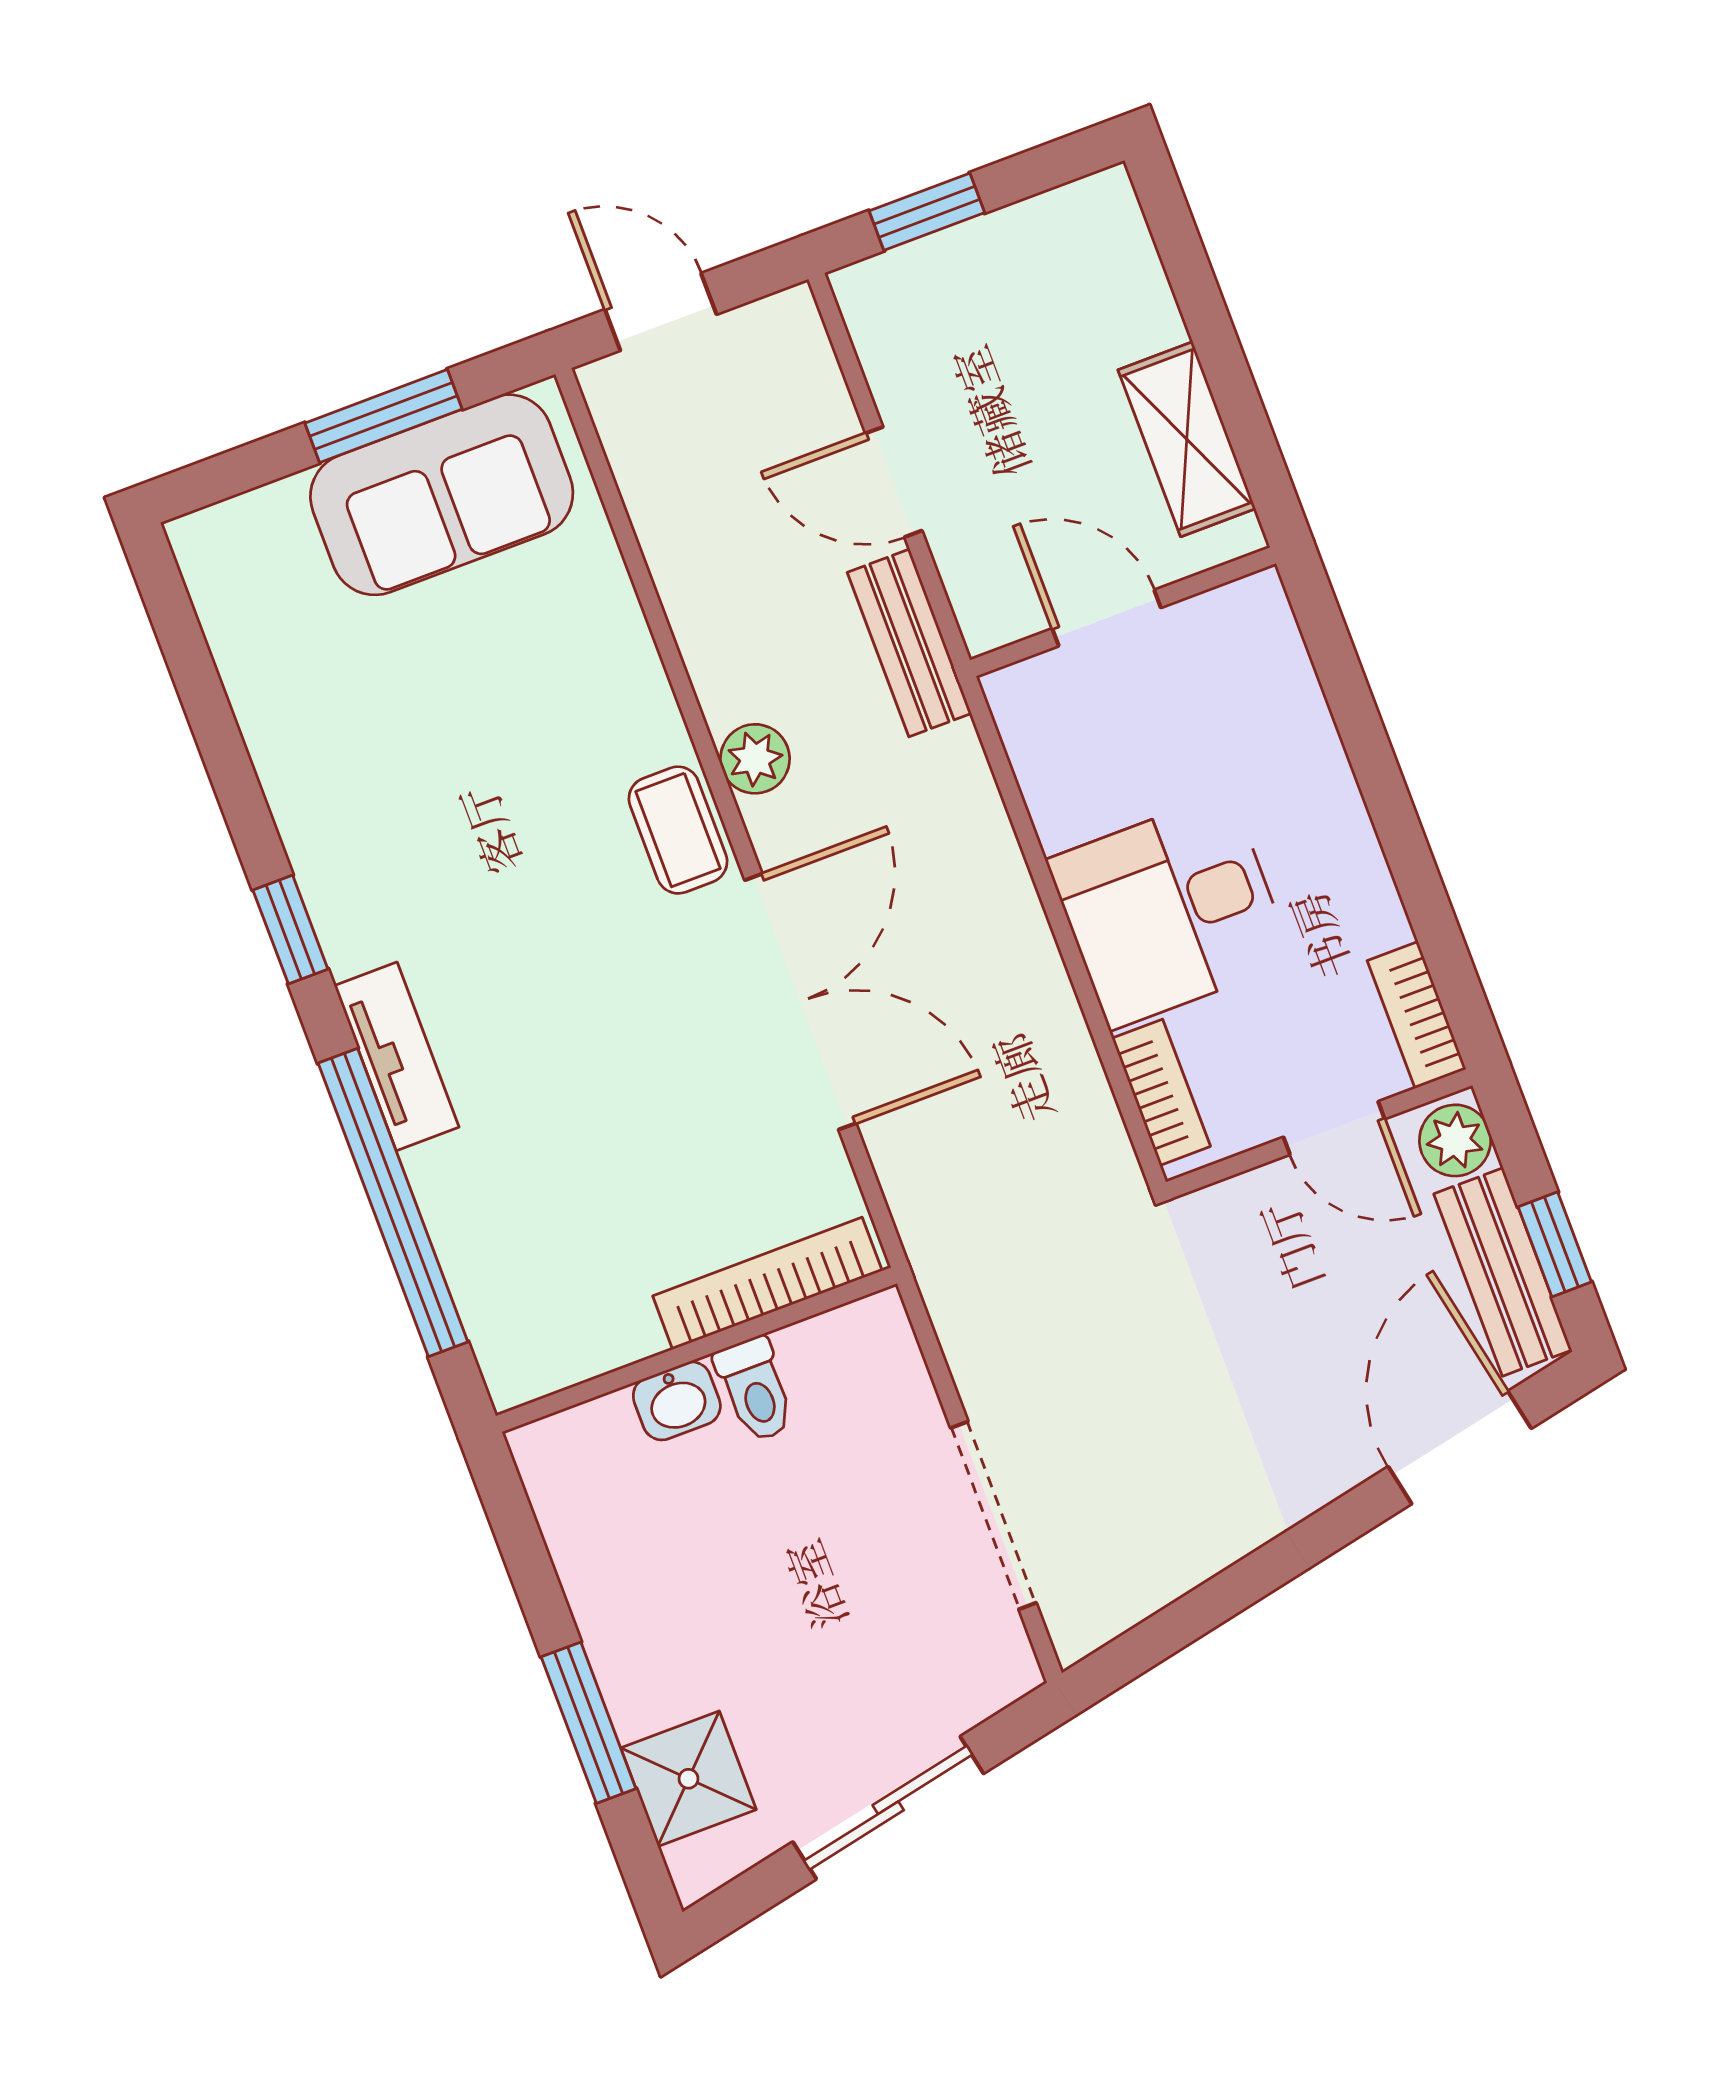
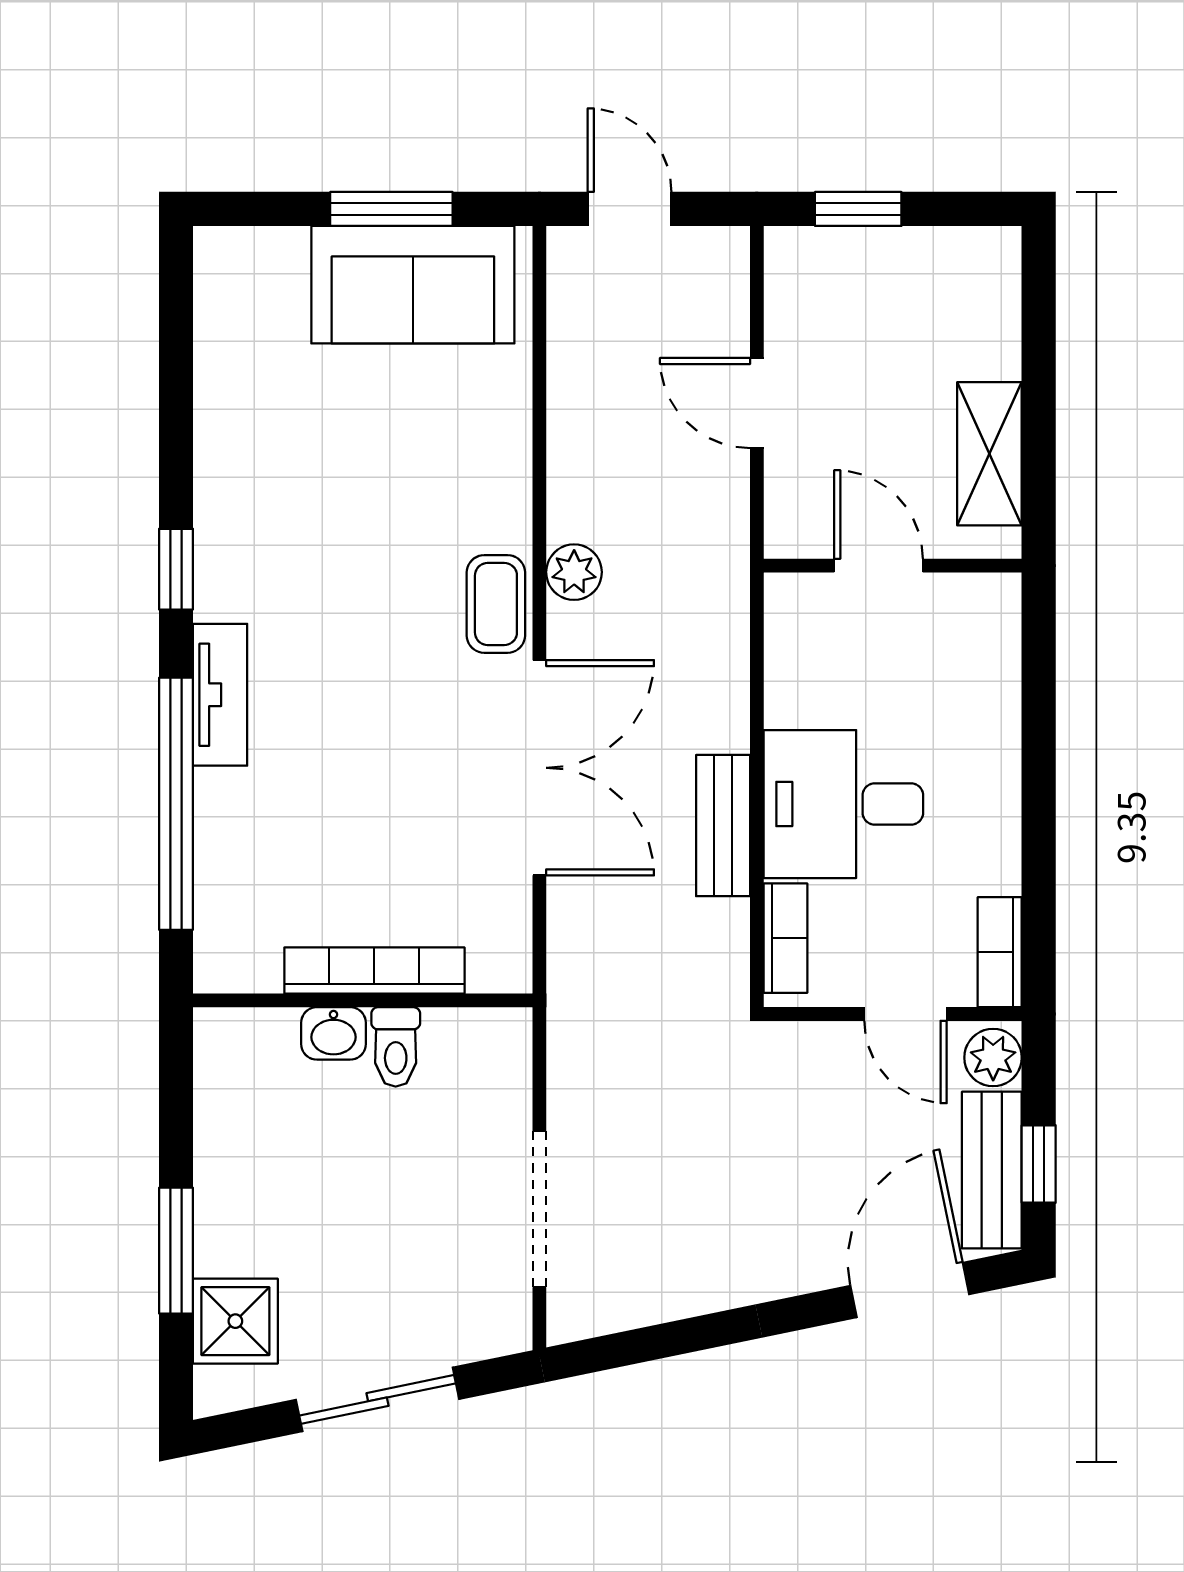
bench: (909, 643) -> (723, 826), moved
bookcase: (767, 1283) -> (374, 971), moved

